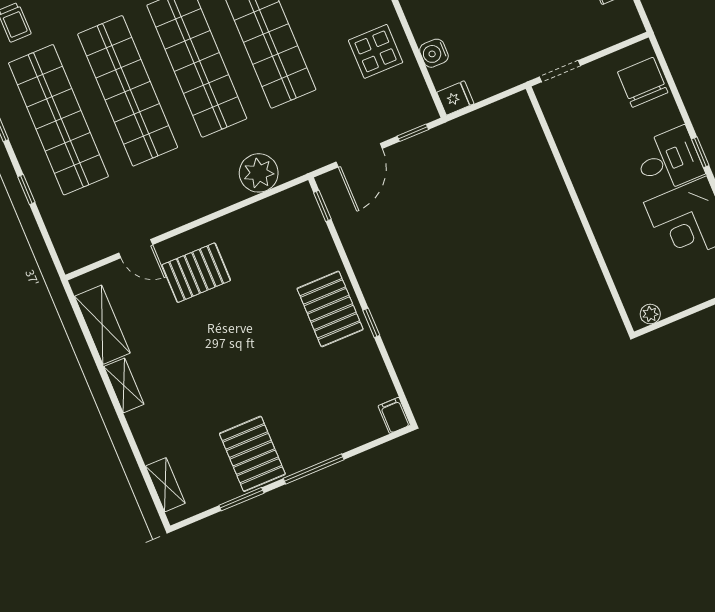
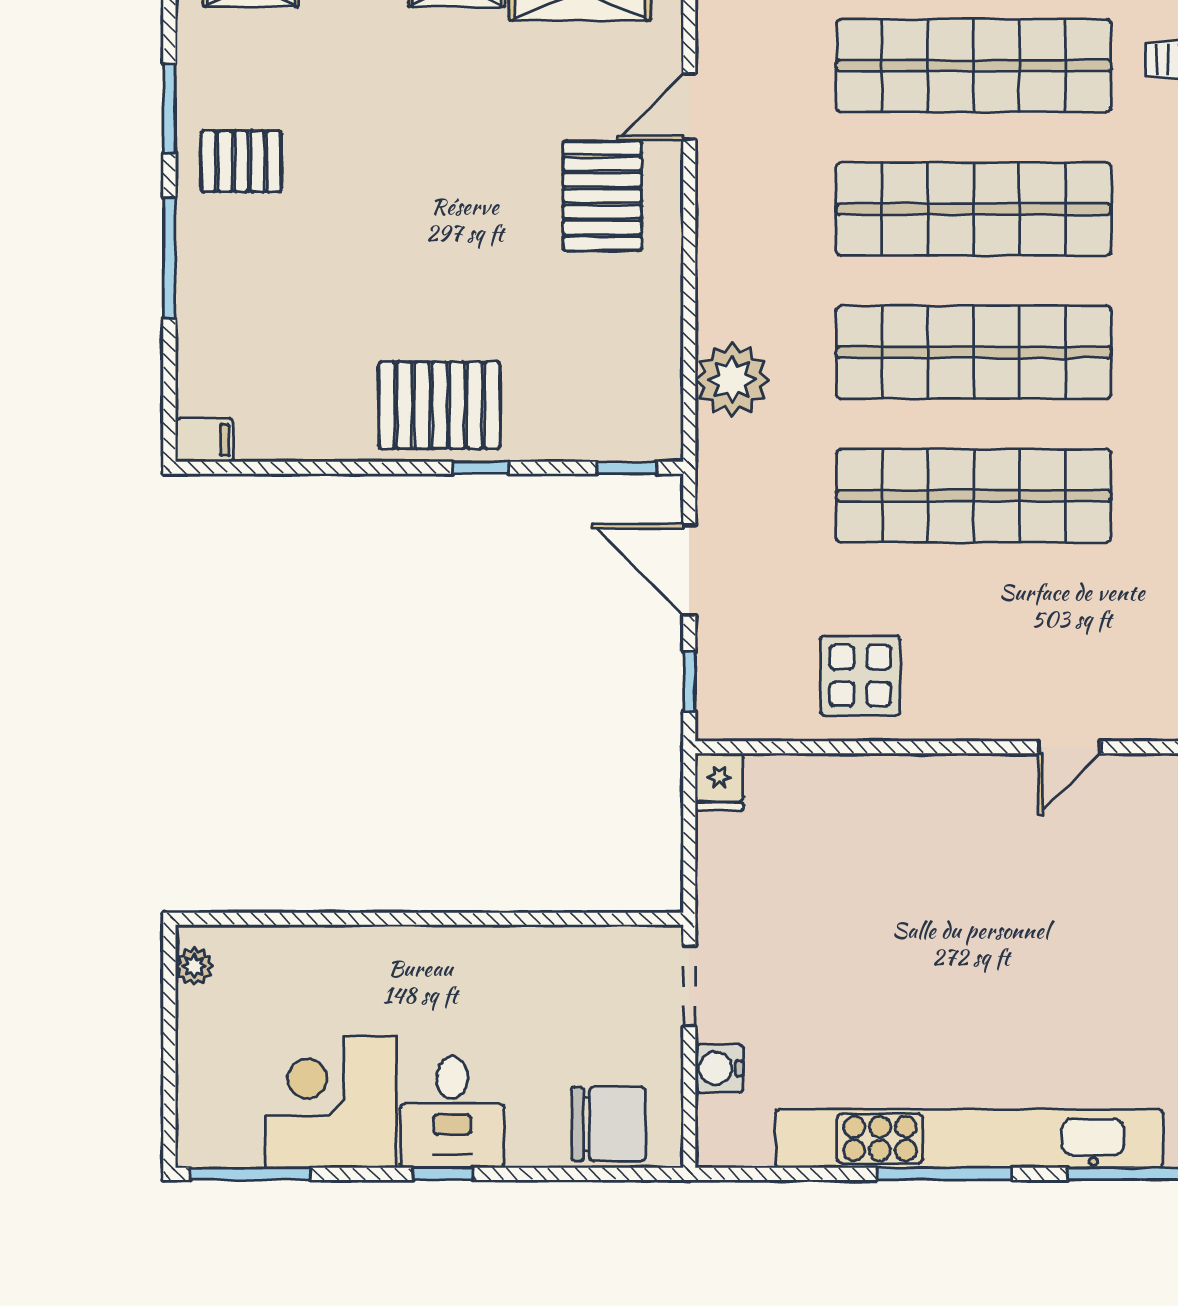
water cooler: (434, 53) -> (719, 1068), moved, turned -90
window: (371, 323) -> (481, 468), moved
pallet: (252, 454) -> (241, 161), width x0.67, depth x0.71

